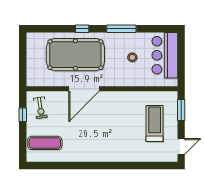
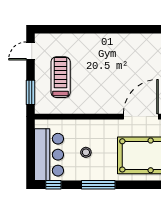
window: (82, 29) -> (53, 185), moved
treadmill: (155, 123) -> (61, 77), turned 180

